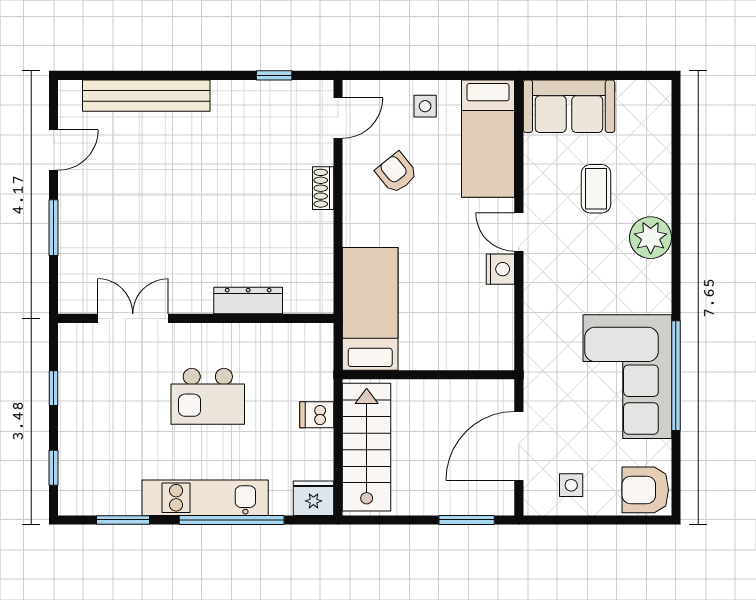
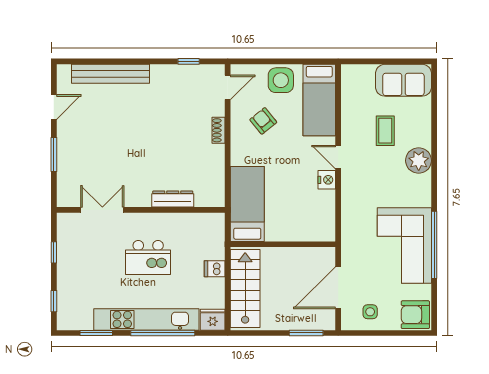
side table: (425, 106) -> (281, 80), width x1.87, depth x1.87
sofa: (569, 106) -> (403, 80), moved
kitchen unit: (205, 498) -> (146, 319), width x1.36

